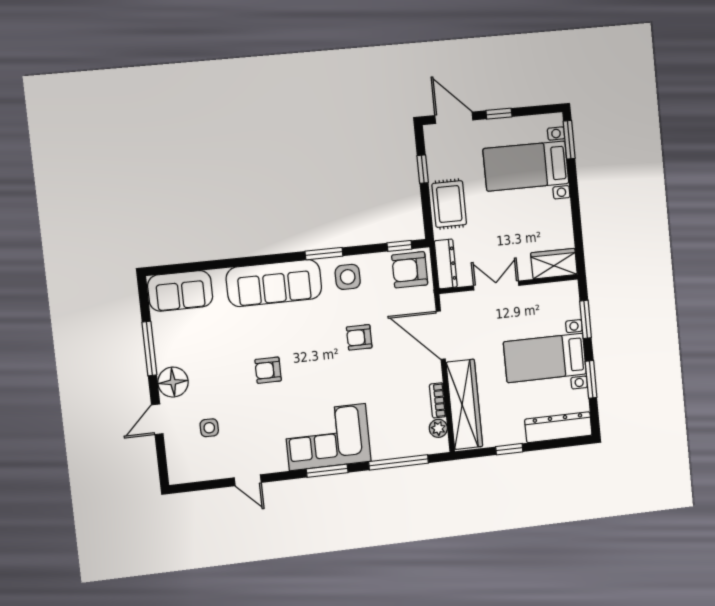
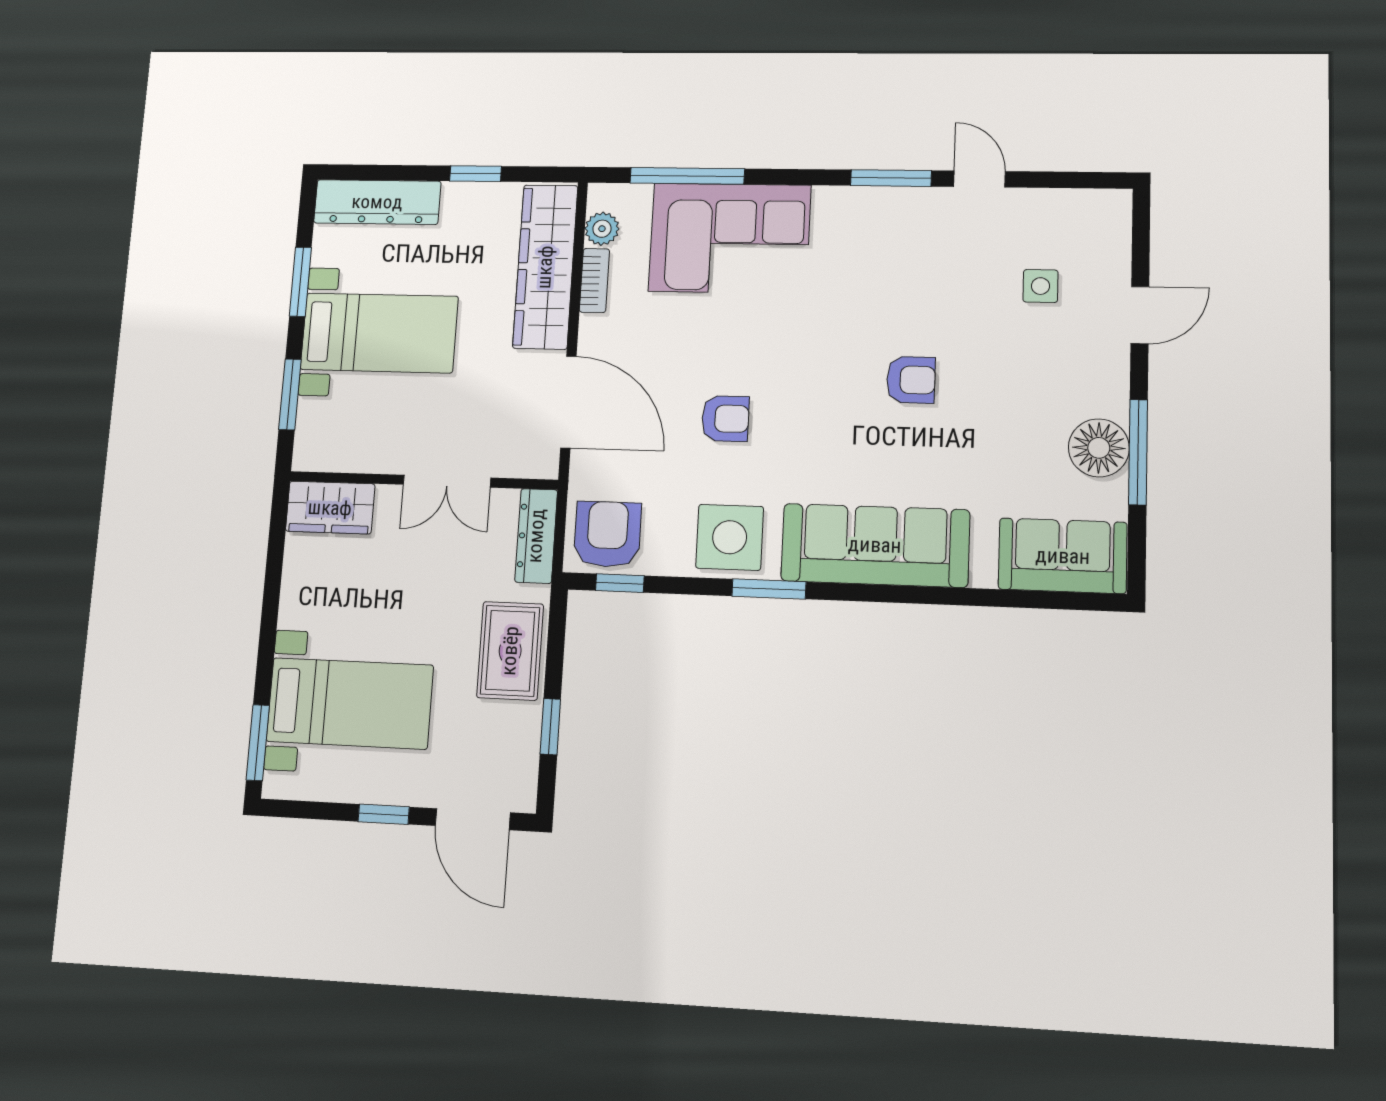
armchair: (410, 270) -> (607, 534), turned -90
side table: (348, 277) -> (730, 537), width x1.37, depth x1.37
floor lamp: (173, 382) -> (1099, 448), moved
corner sofa: (327, 437) -> (730, 238), moved
window: (327, 471) -> (891, 178), moved

